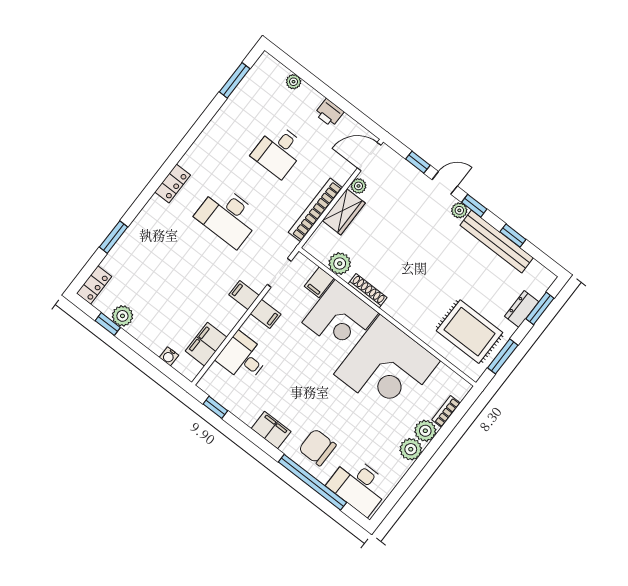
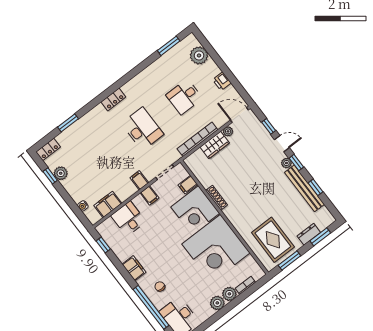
plant: (294, 82) -> (199, 55), width x1.88, depth x1.88
desk: (228, 216) -> (142, 129), turned 180
plant: (340, 264) -> (204, 176), removed
chair: (317, 447) -> (160, 286), width x0.54, depth x0.54

